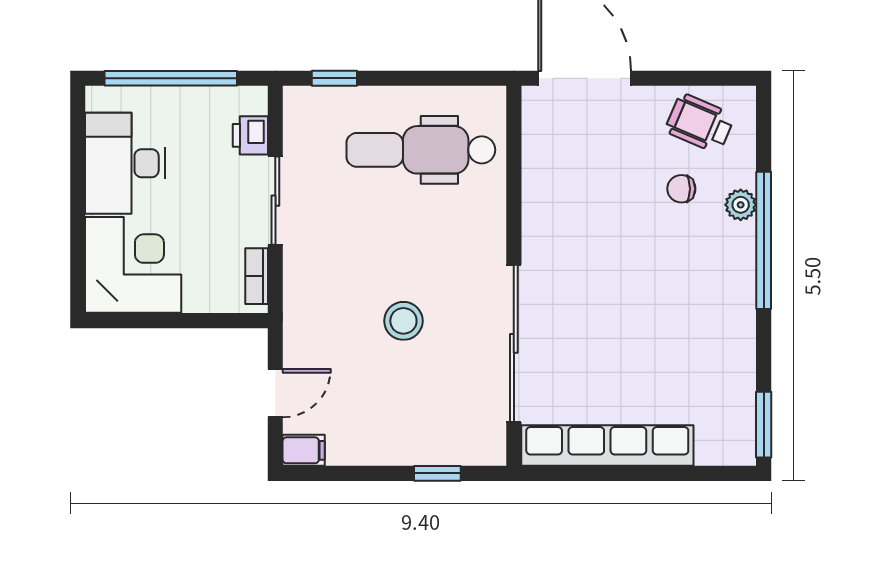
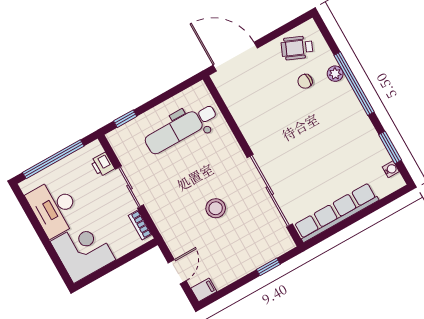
water cooler: (744, 424) -> (391, 169), added
window: (764, 425) -> (390, 147), moved

